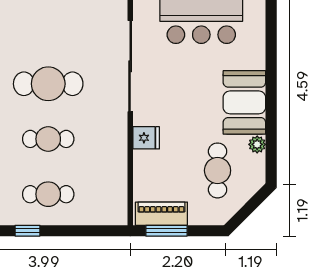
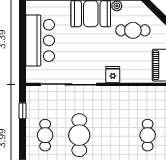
cafe table: (48, 139) -> (45, 135), moved

